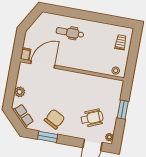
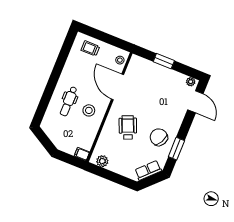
stool: (65, 52) -> (89, 110), added
door: (43, 64) -> (118, 87), moved
plant: (20, 92) -> (102, 161), moved
wheelchair: (92, 118) -> (128, 127), moved

